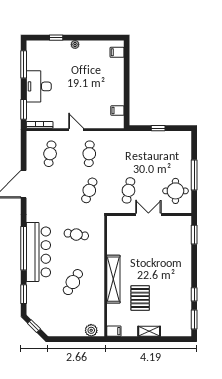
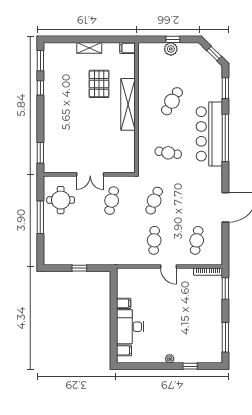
desk: (39, 86) -> (130, 327), moved, turned 180
filing cabinet: (117, 111) -> (124, 303), moved
plant: (91, 330) -> (171, 49), moved
window: (72, 339) -> (173, 39), added

